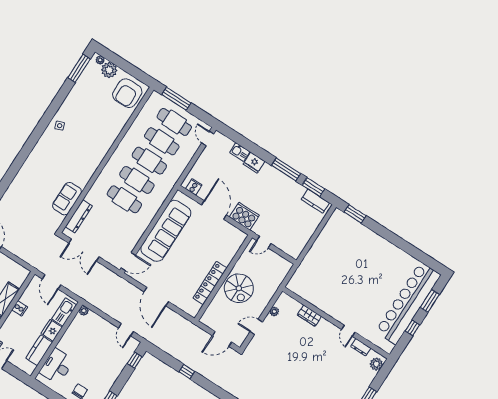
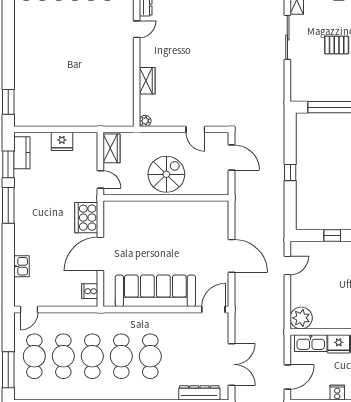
fridge: (254, 163) -> (62, 141), moved, turned 90
door: (128, 262) -> (213, 309), hinge flipped
wardrobe: (280, 263) -> (112, 148), added
locker: (210, 283) -> (180, 208), removed
door: (156, 297) -> (232, 256), hinge flipped
plant: (84, 311) -> (301, 318), width x1.88, depth x1.88
plant: (274, 311) -> (145, 121), moved
window: (135, 360) -> (332, 236), moved

